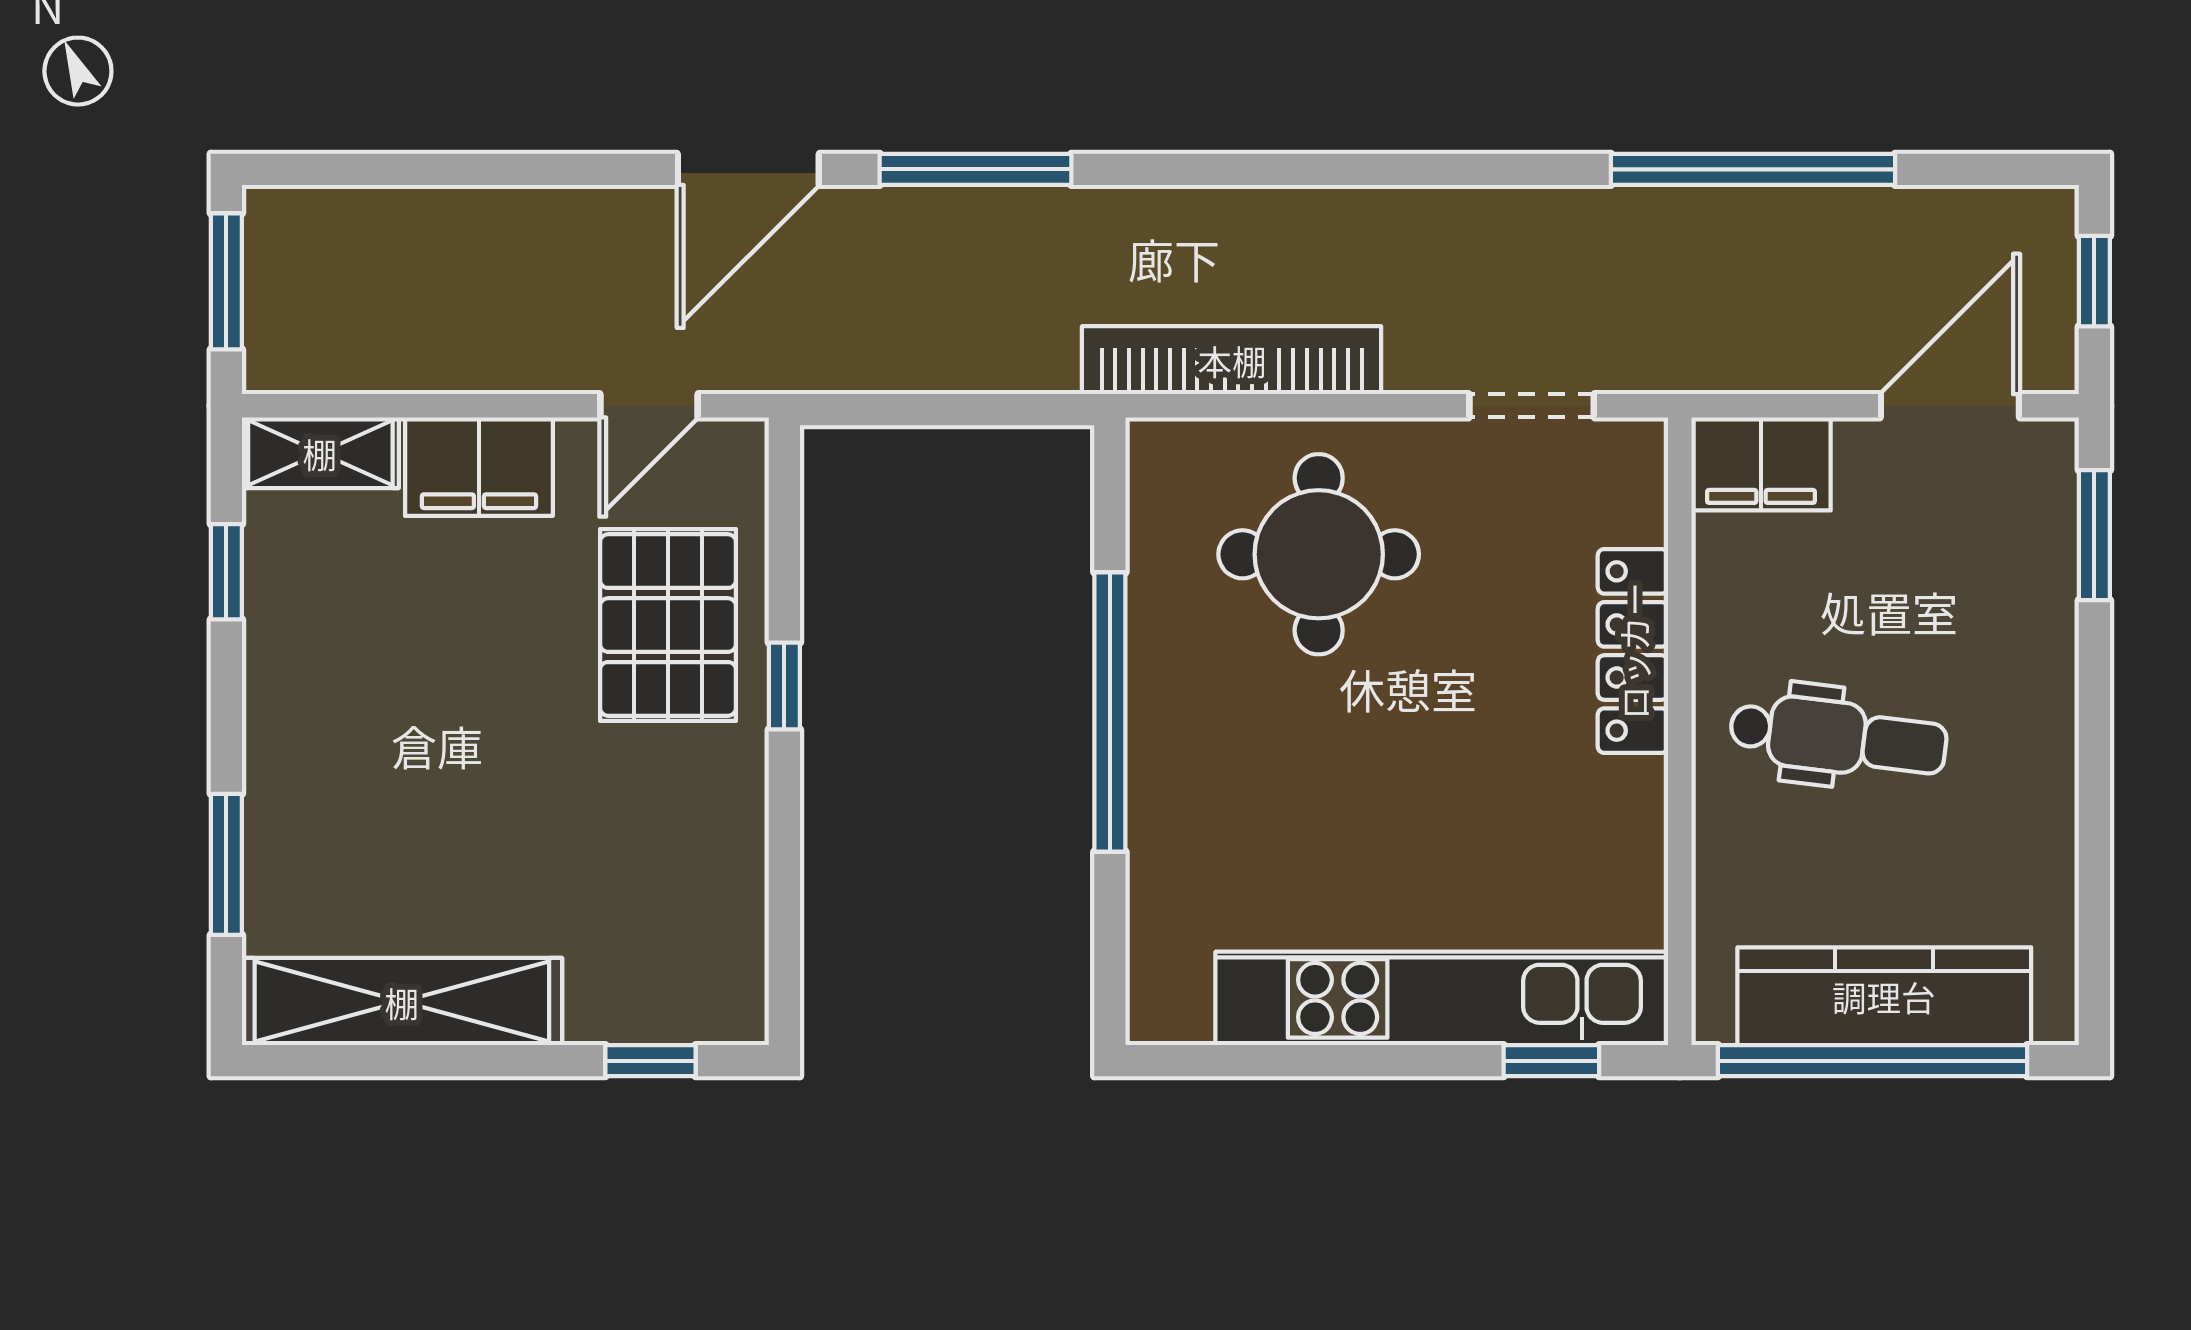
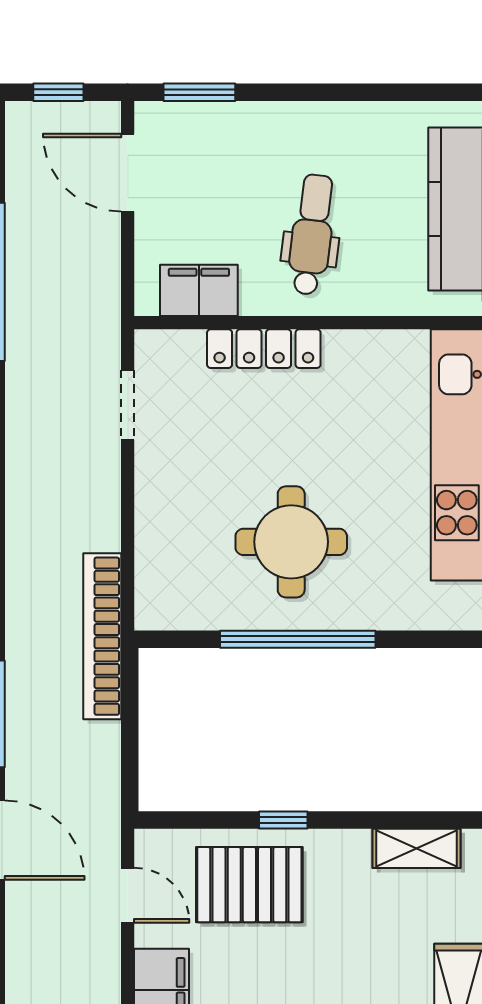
bookcase: (1232, 360) -> (102, 636), moved
filing cabinet: (1761, 464) -> (199, 290), moved, turned -90
round table: (1319, 554) -> (291, 542), moved
shelving: (733, 926) -> (416, 848), added

